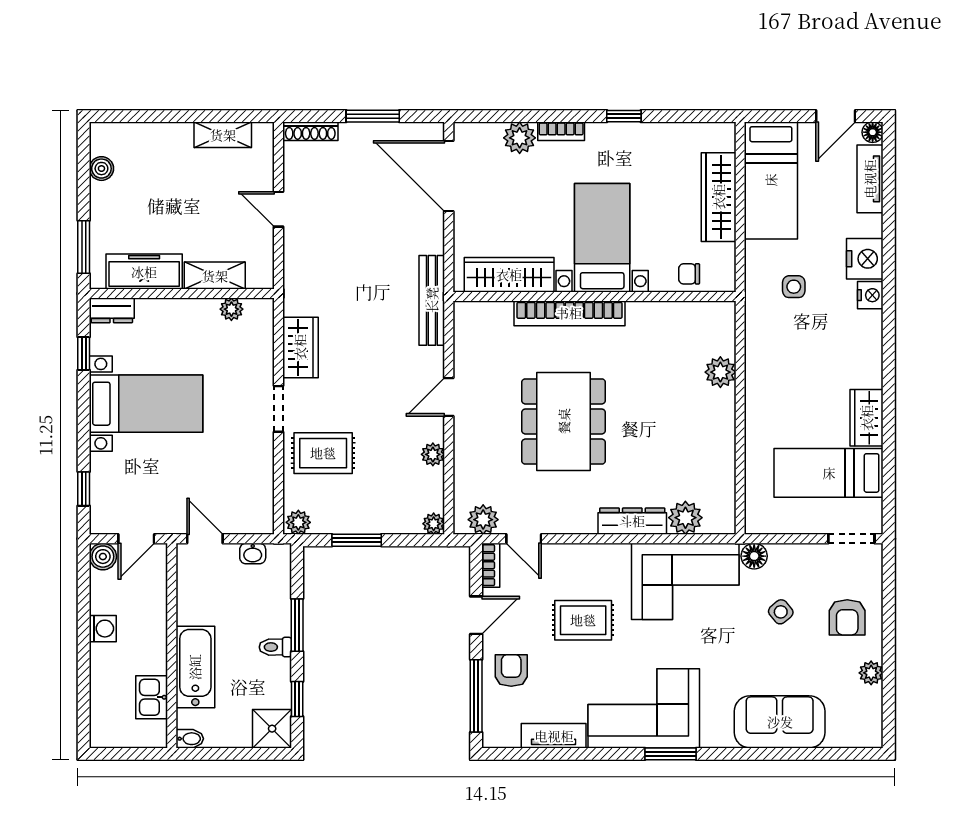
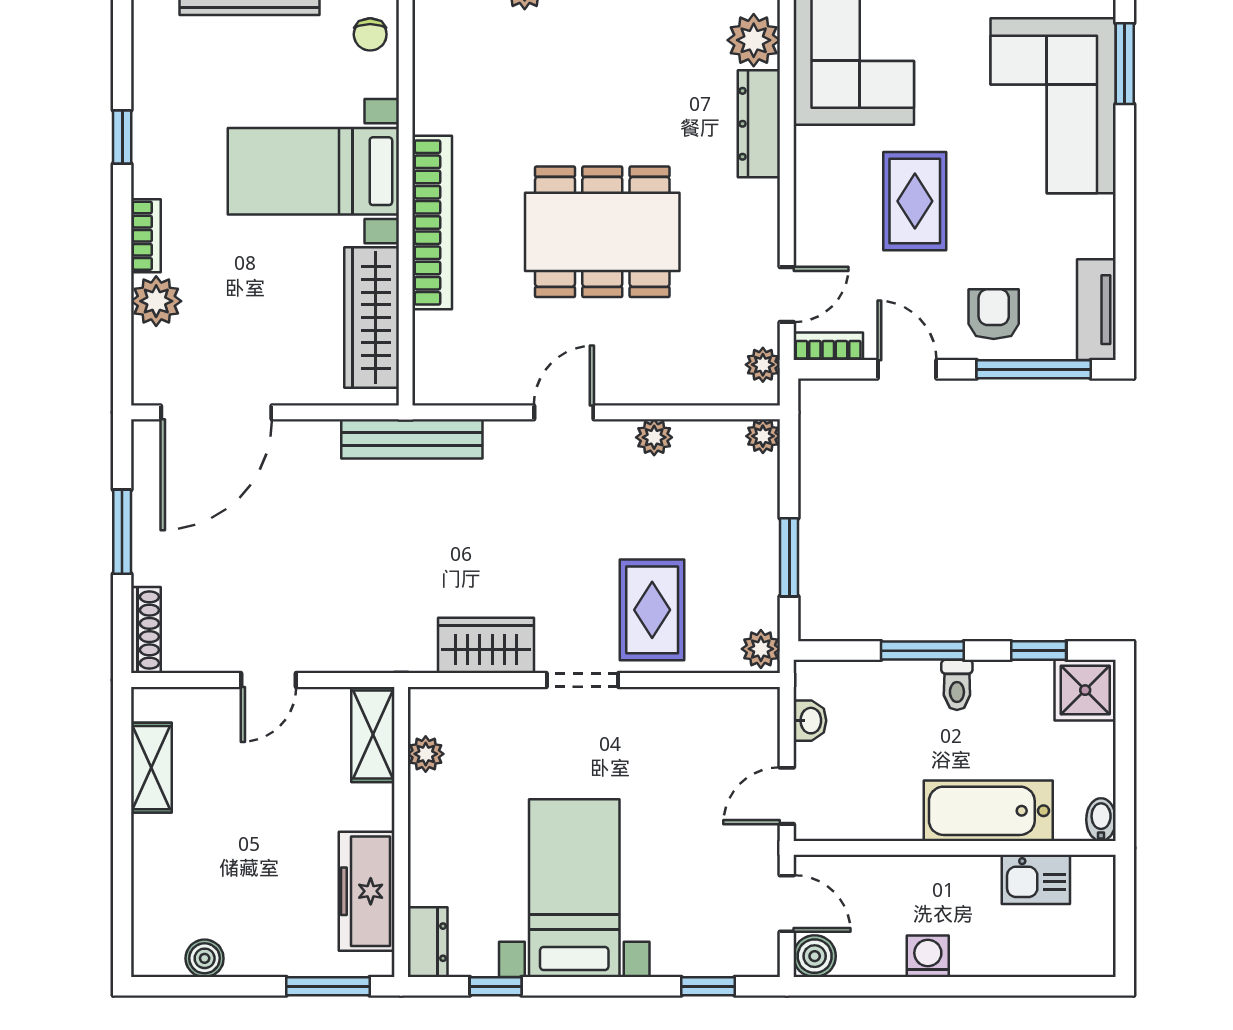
shelving: (215, 276) -> (373, 735), moved
door: (449, 397) -> (564, 412), swing flipped
plant: (483, 520) -> (763, 365), width x0.73, depth x0.73
armchair: (511, 670) -> (994, 314), turned 90
tv unit: (554, 736) -> (1096, 310), moved

